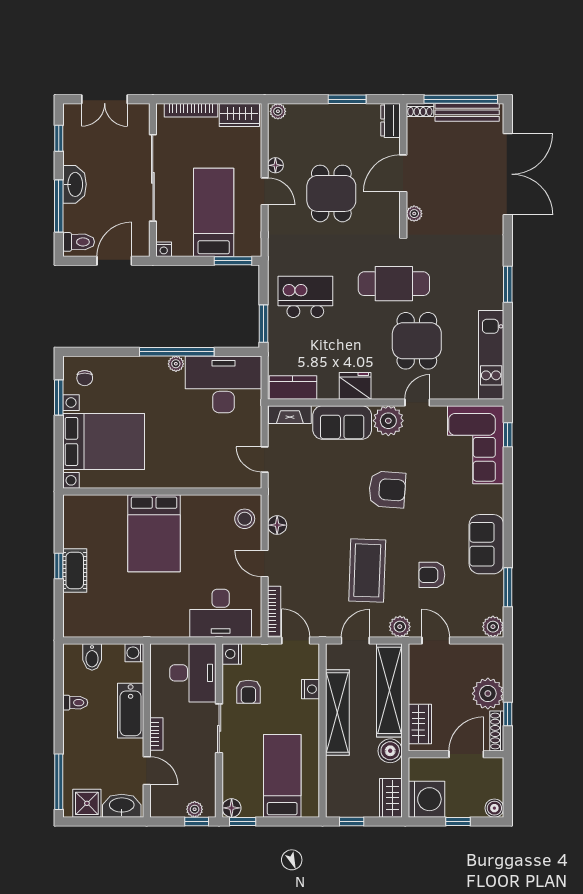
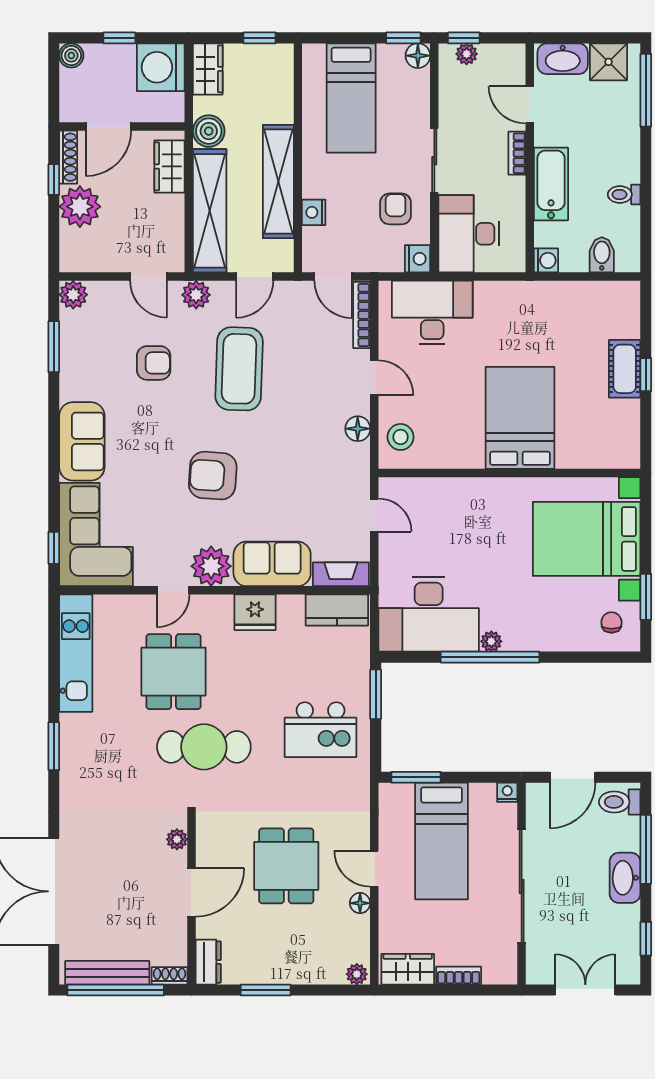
bookcase: (191, 110) -> (459, 976), width x0.64
sofa: (486, 544) -> (82, 441), moved

